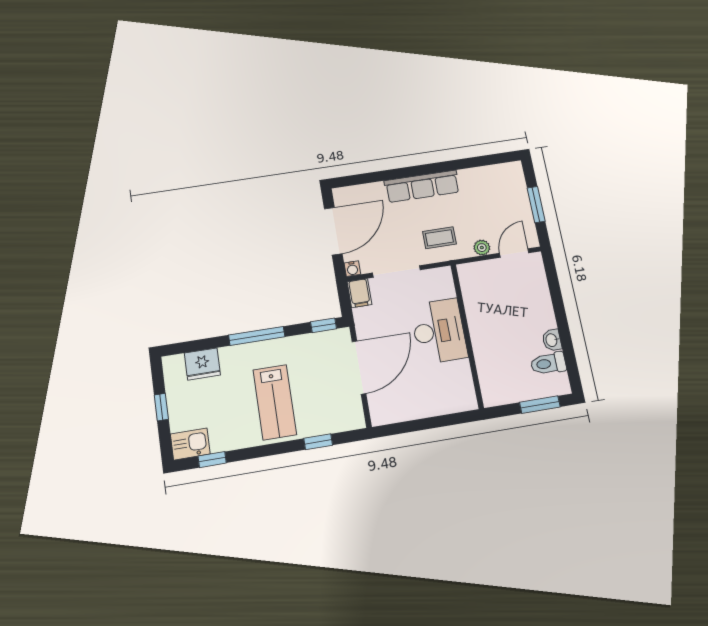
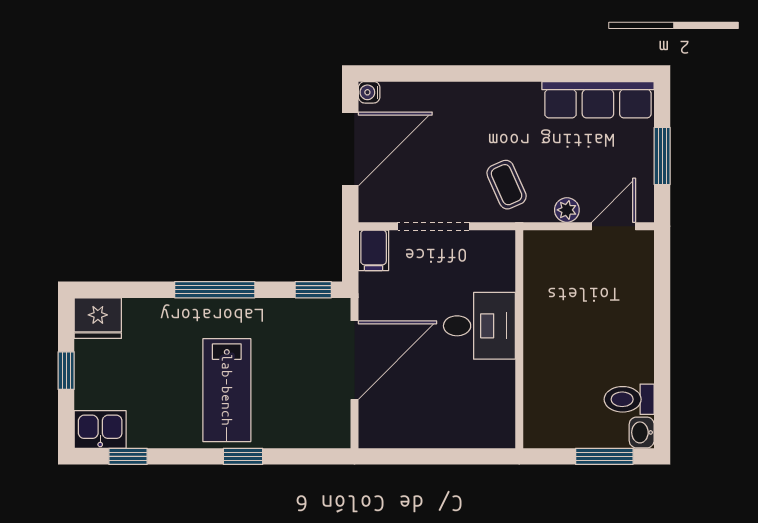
row of seats: (422, 186) -> (598, 100), moved
coffee table: (439, 238) -> (507, 185), turned 66
water cooler: (352, 269) -> (369, 92), moved, turned 90
desk: (439, 331) -> (479, 326), width x0.73
washbasin: (552, 340) -> (642, 432), moved
fridge: (202, 364) -> (98, 318), moved
window: (318, 442) -> (243, 456), moved

